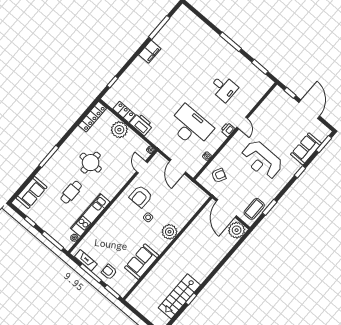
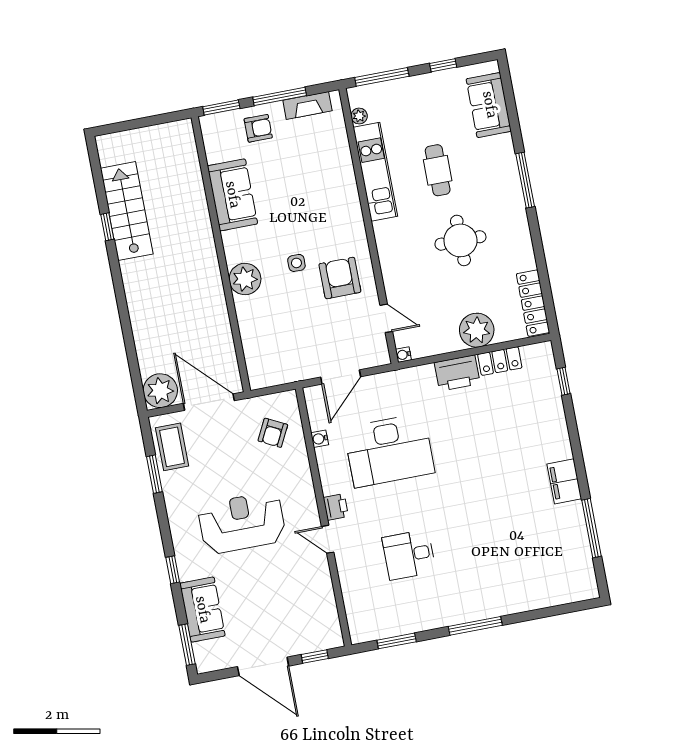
door: (178, 167) -> (341, 377), swing flipped

